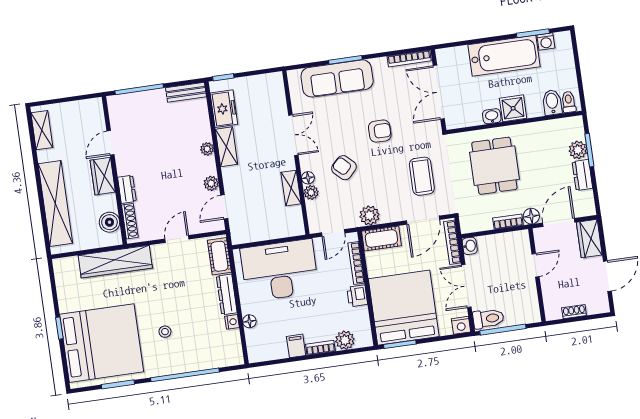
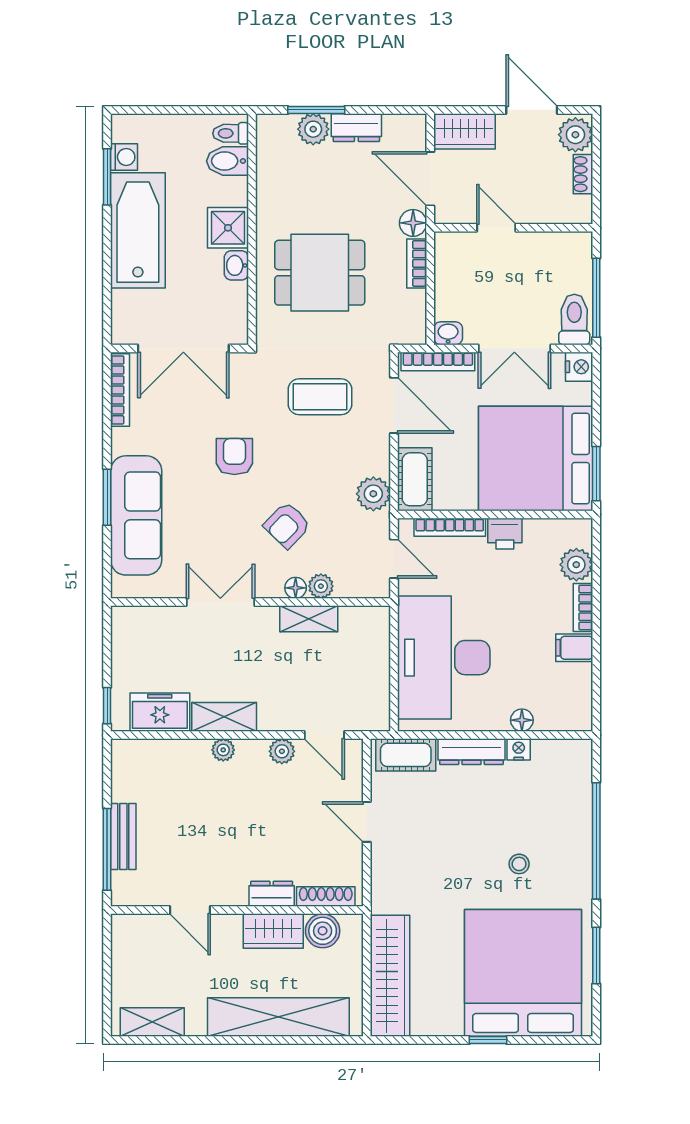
bench: (186, 92) -> (123, 837), moved
wardrobe: (103, 176) -> (273, 931), moved
wardrobe: (115, 262) -> (390, 976), moved
plant: (597, 304) -> (575, 135), added

